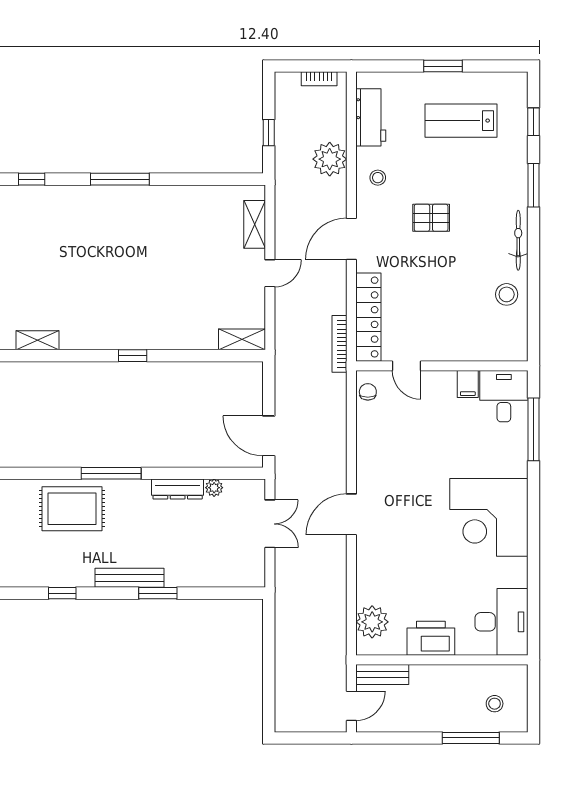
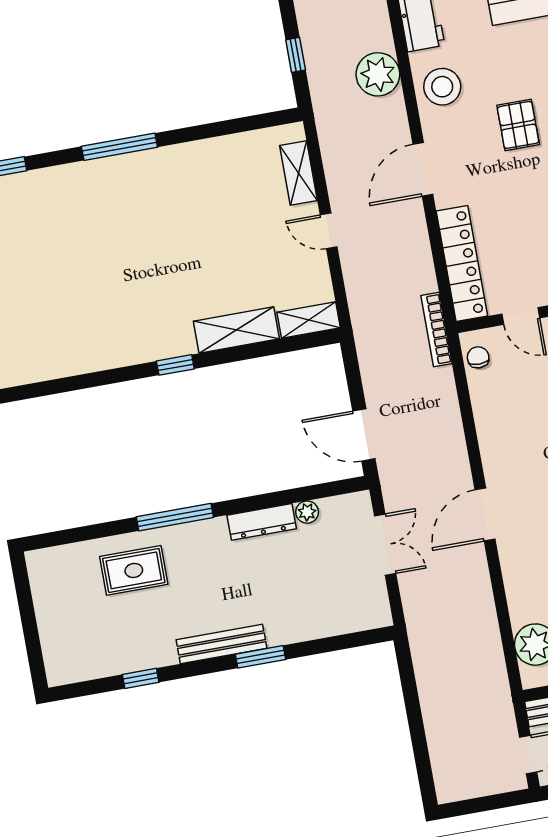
stool: (378, 178) -> (442, 87), width x1.89, depth x1.89
pallet: (431, 218) -> (518, 125), turned 90
door: (270, 273) -> (329, 231), swing flipped
shelving: (37, 340) -> (236, 330), moved, width x1.50, depth x1.33
bookcase: (339, 344) -> (436, 330), moved
rug: (72, 509) -> (134, 570), width x0.73, depth x0.70

